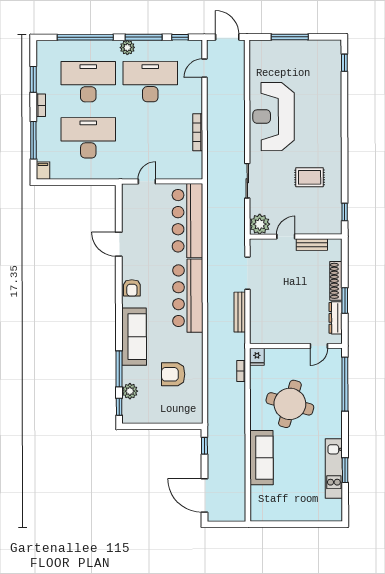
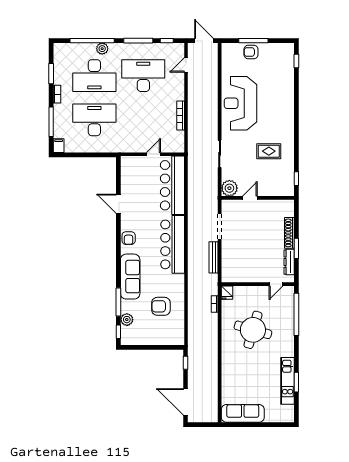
plant: (127, 47) -> (102, 49), moved
armchair: (287, 51) -> (251, 52), added
desk: (88, 82) -> (94, 76), turned 180
door: (147, 181) -> (153, 154), moved
bench: (312, 245) -> (270, 204), removed
sofa: (261, 458) -> (243, 413), moved, turned -90

